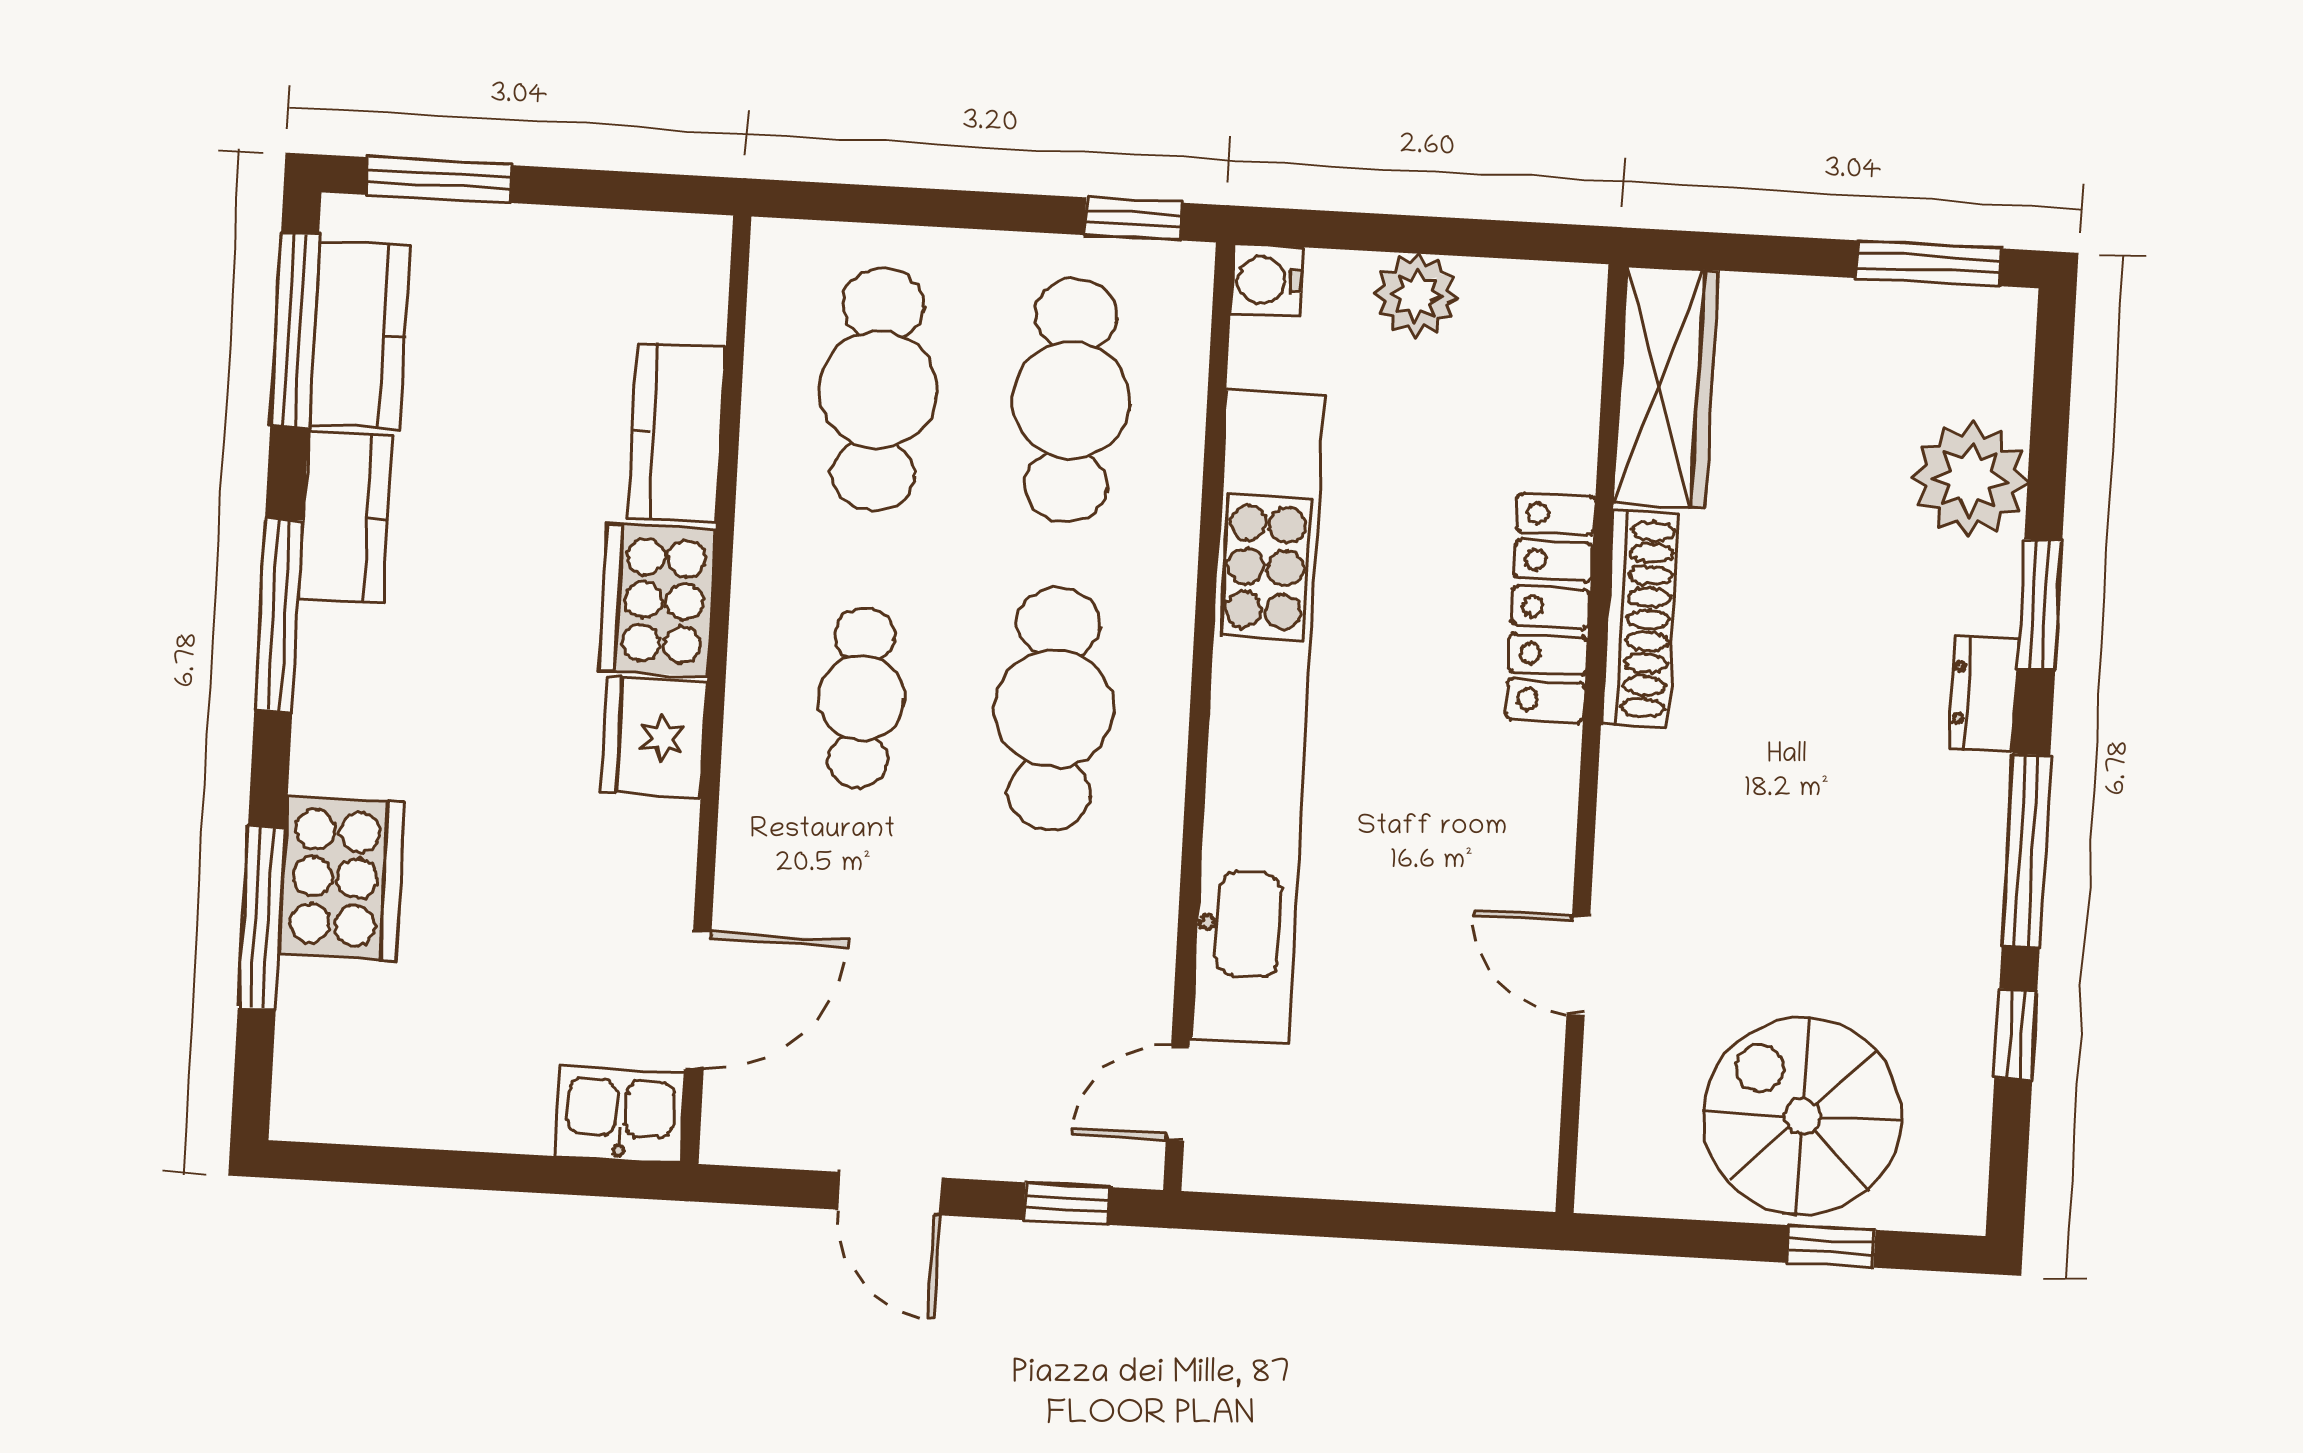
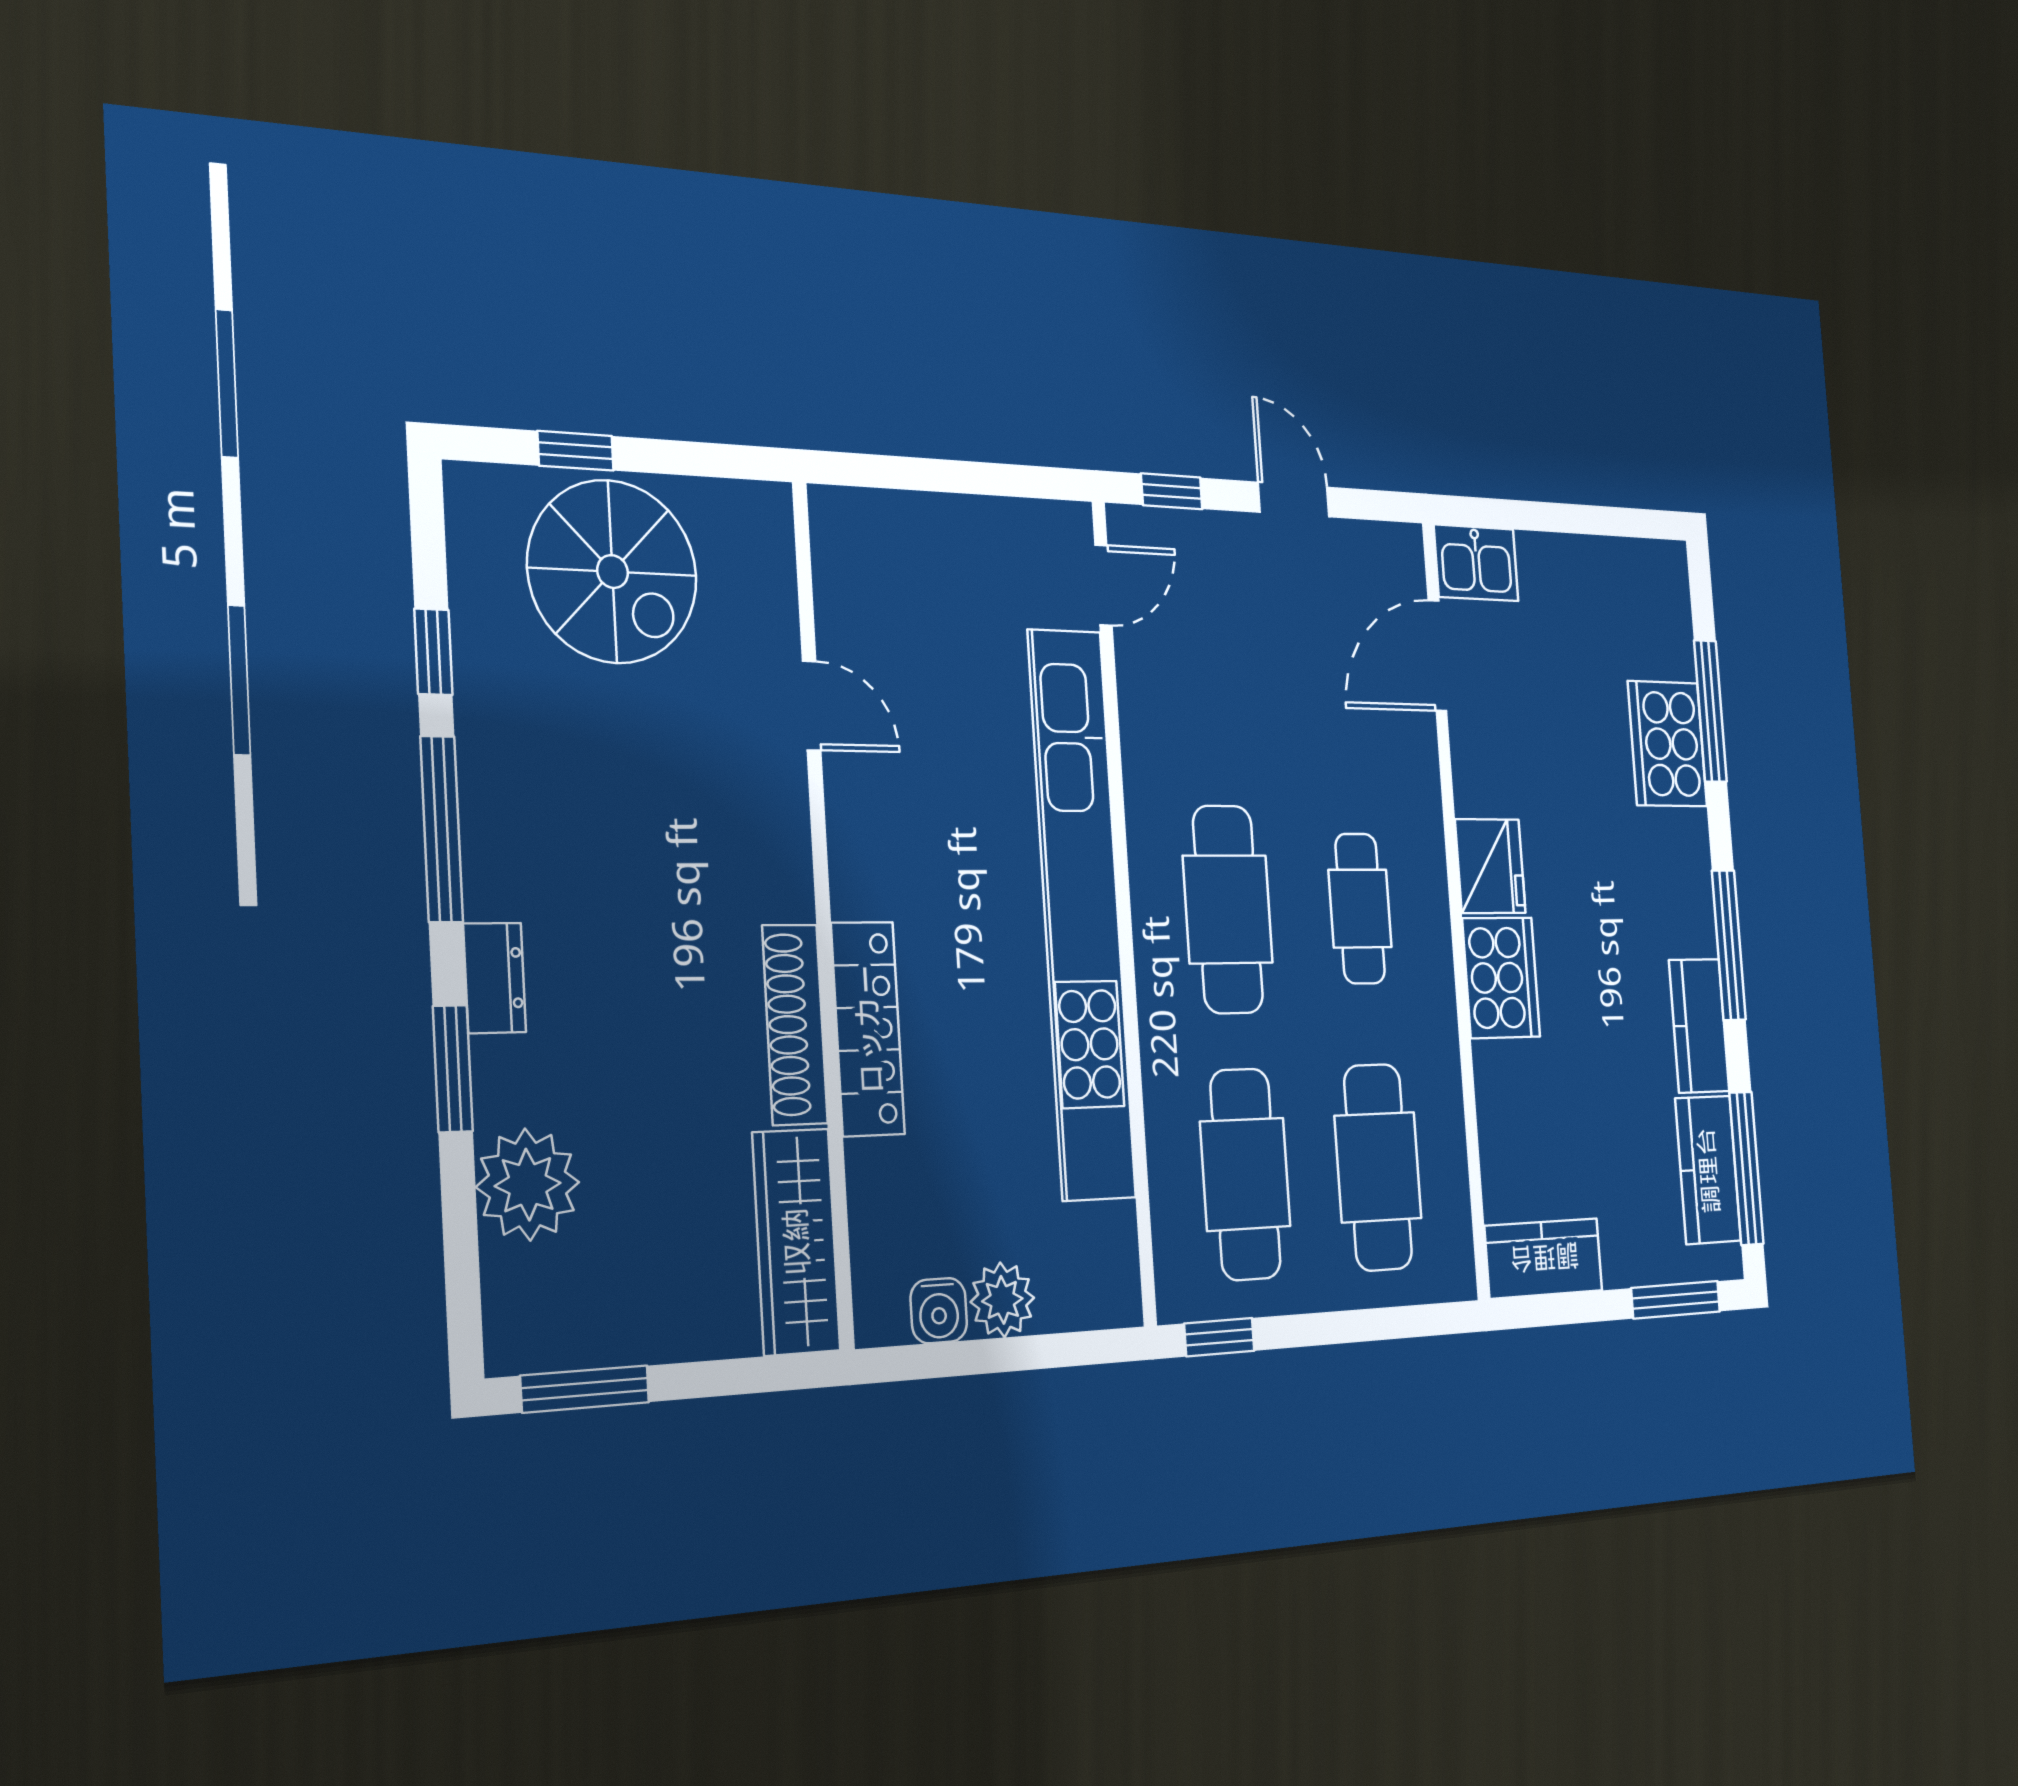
water cooler: (1267, 280) -> (939, 1311), moved, turned 90
kitchen counter: (677, 433) -> (1544, 1258), moved, turned -90

